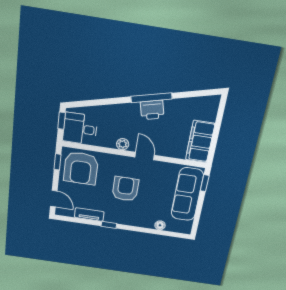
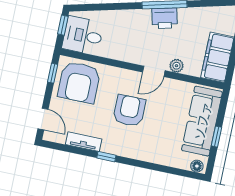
plant: (123, 144) -> (176, 66), moved
door: (145, 156) -> (154, 71), swing flipped
window: (205, 183) -> (216, 137), moved
floor lamp: (160, 225) -> (197, 166), moved

